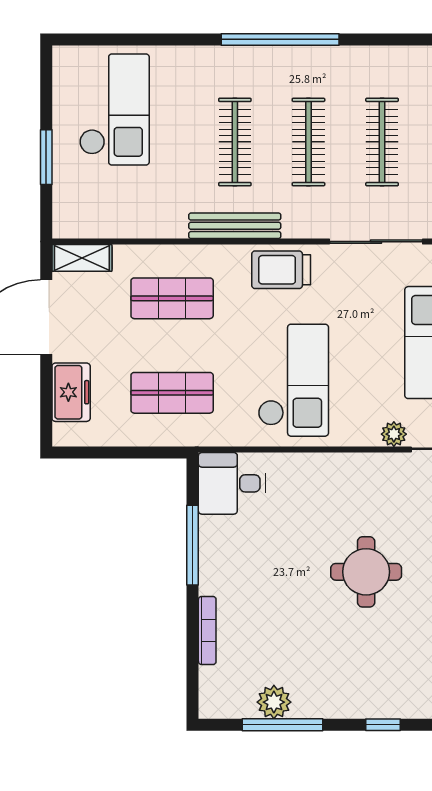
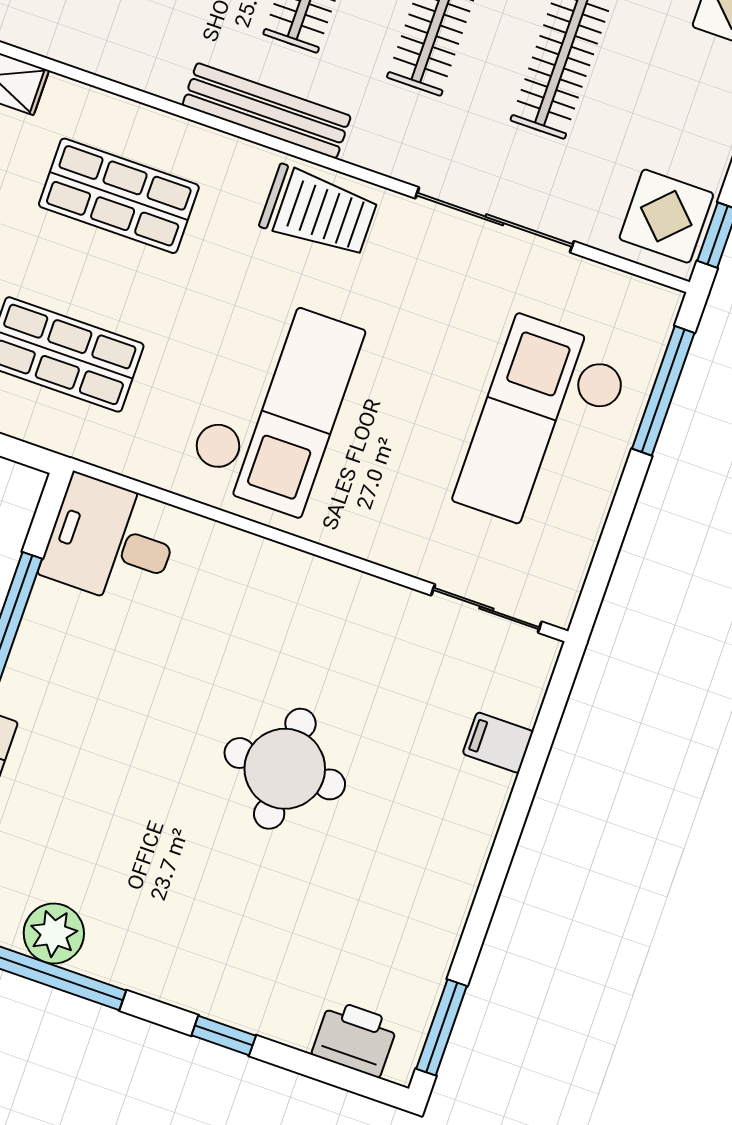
trolley: (281, 270) -> (319, 212), turned 180
plant: (394, 434) -> (412, 554), removed

